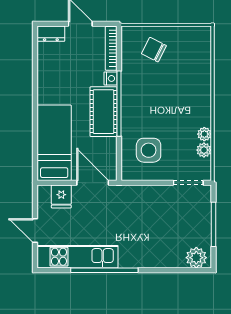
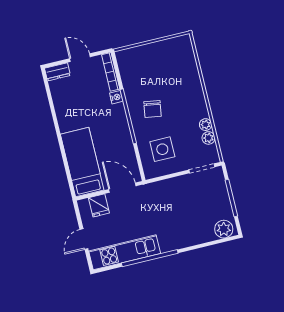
chair: (154, 50) -> (153, 109), moved, turned -108
cot: (103, 112) -> (117, 126), removed
door: (35, 231) -> (84, 239), hinge flipped

